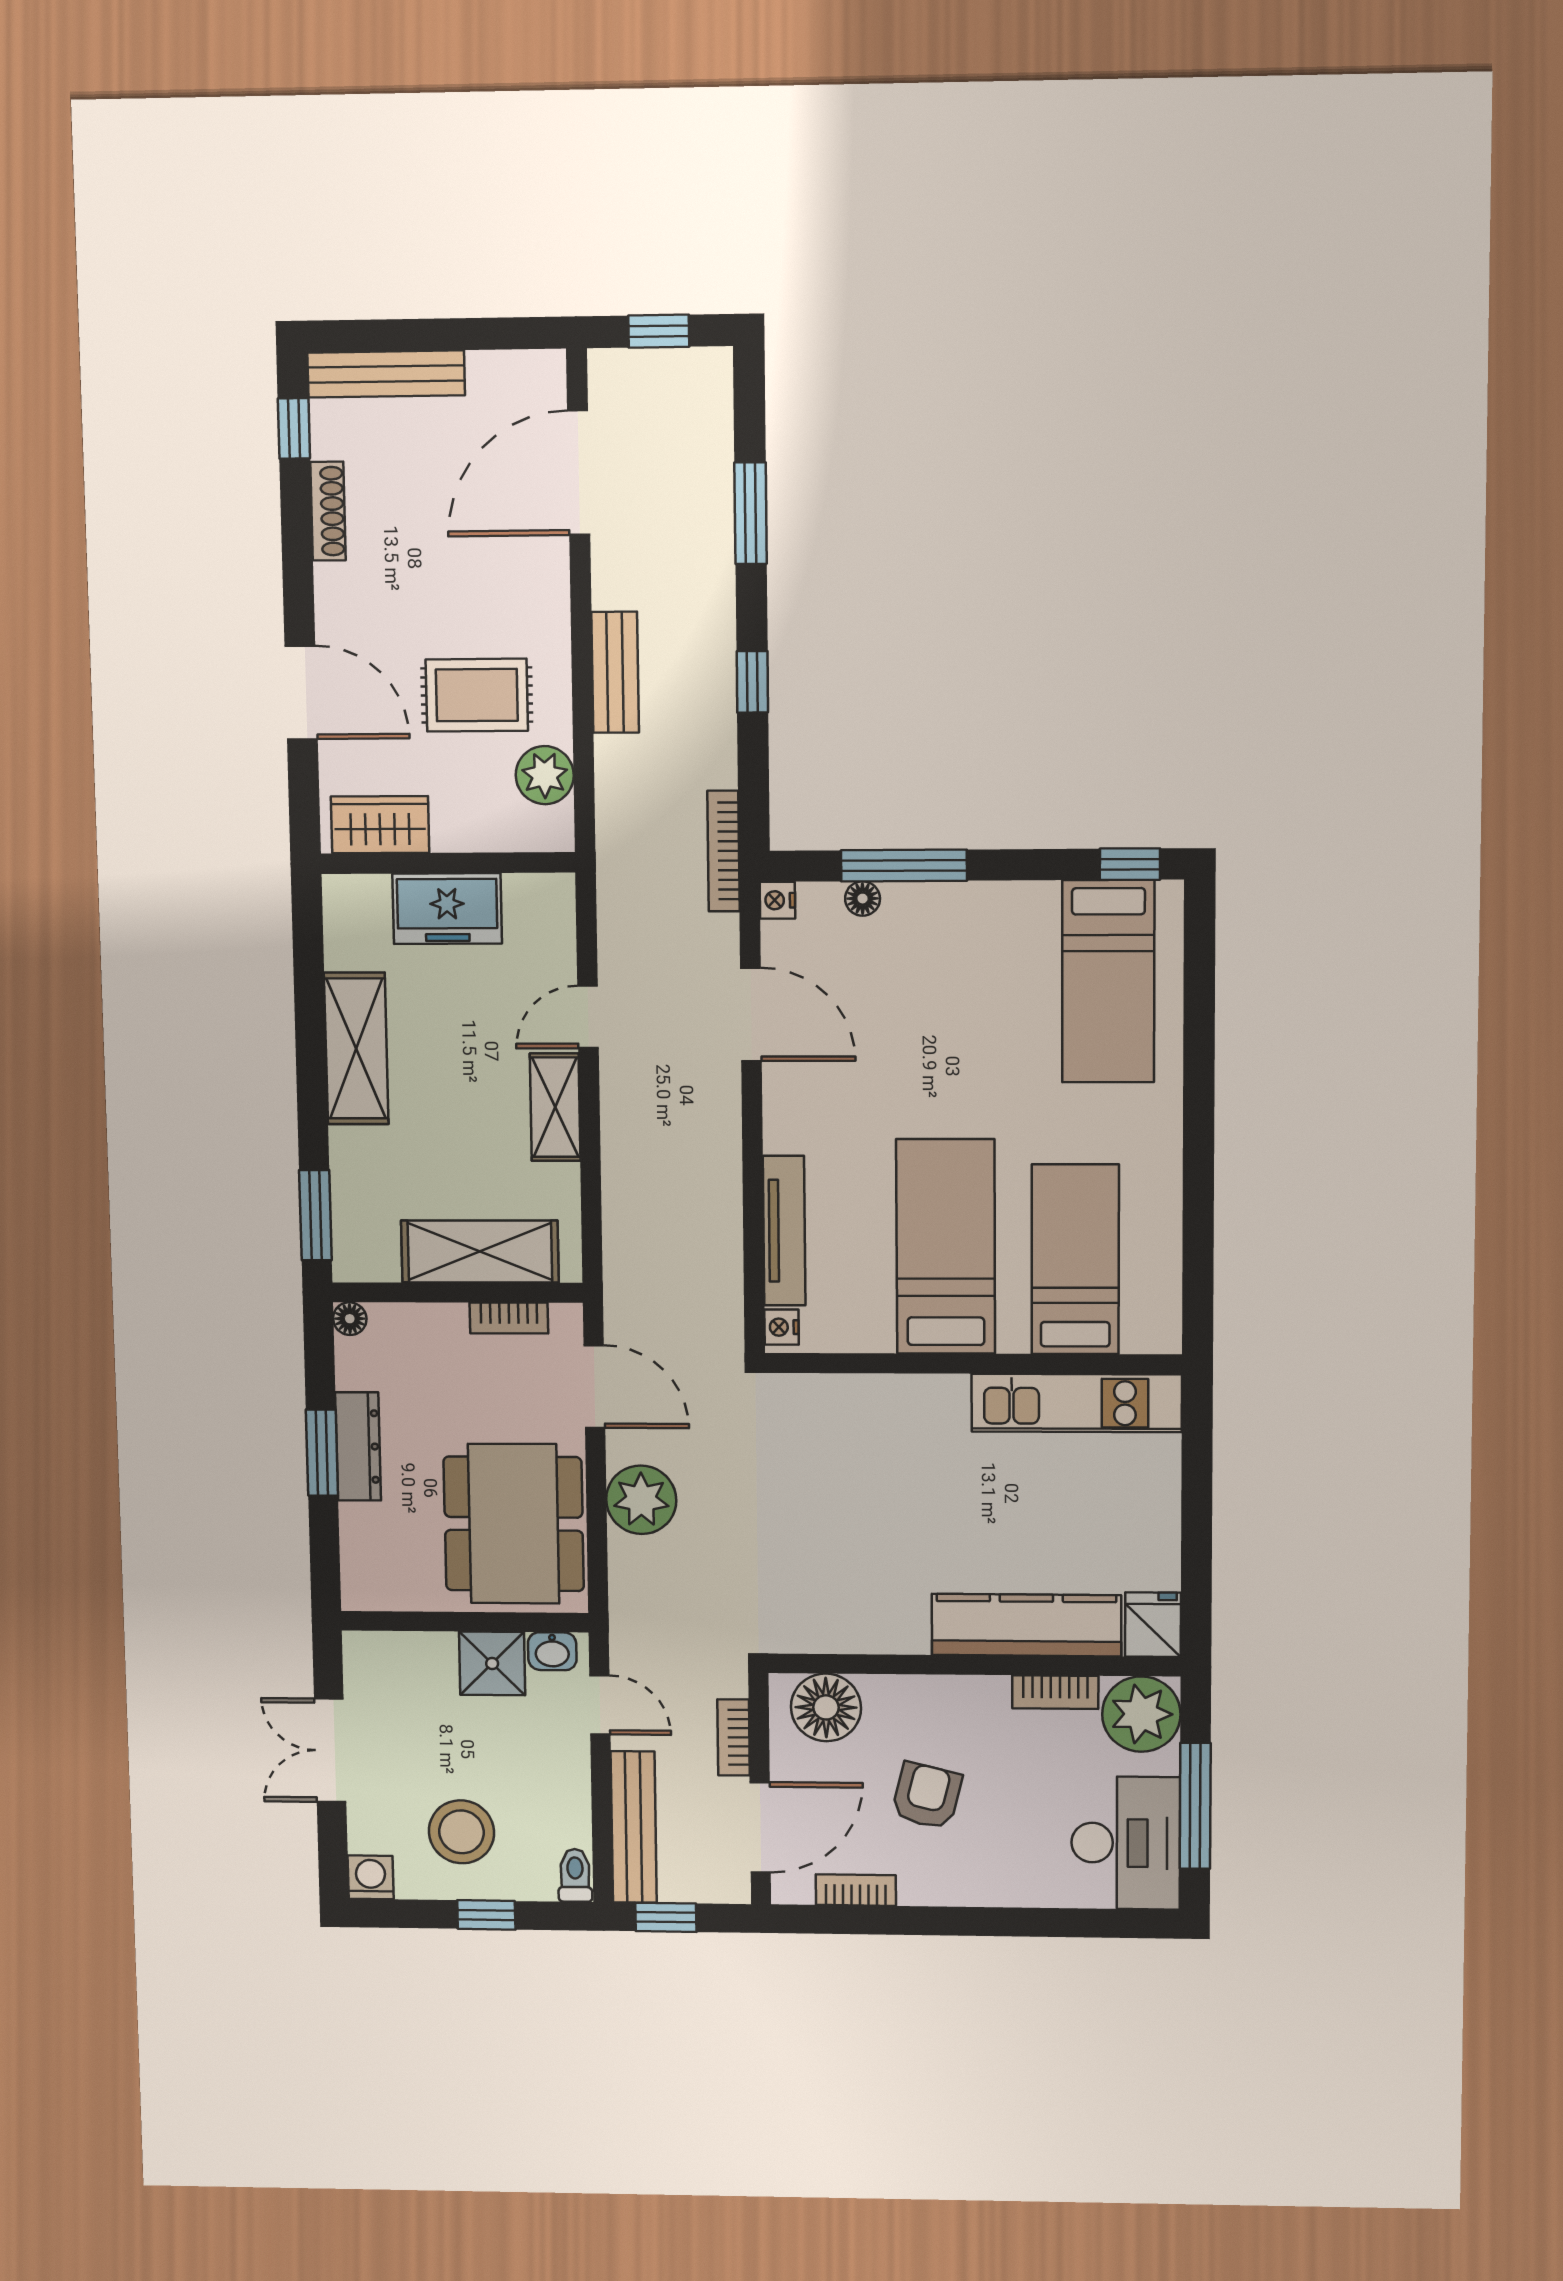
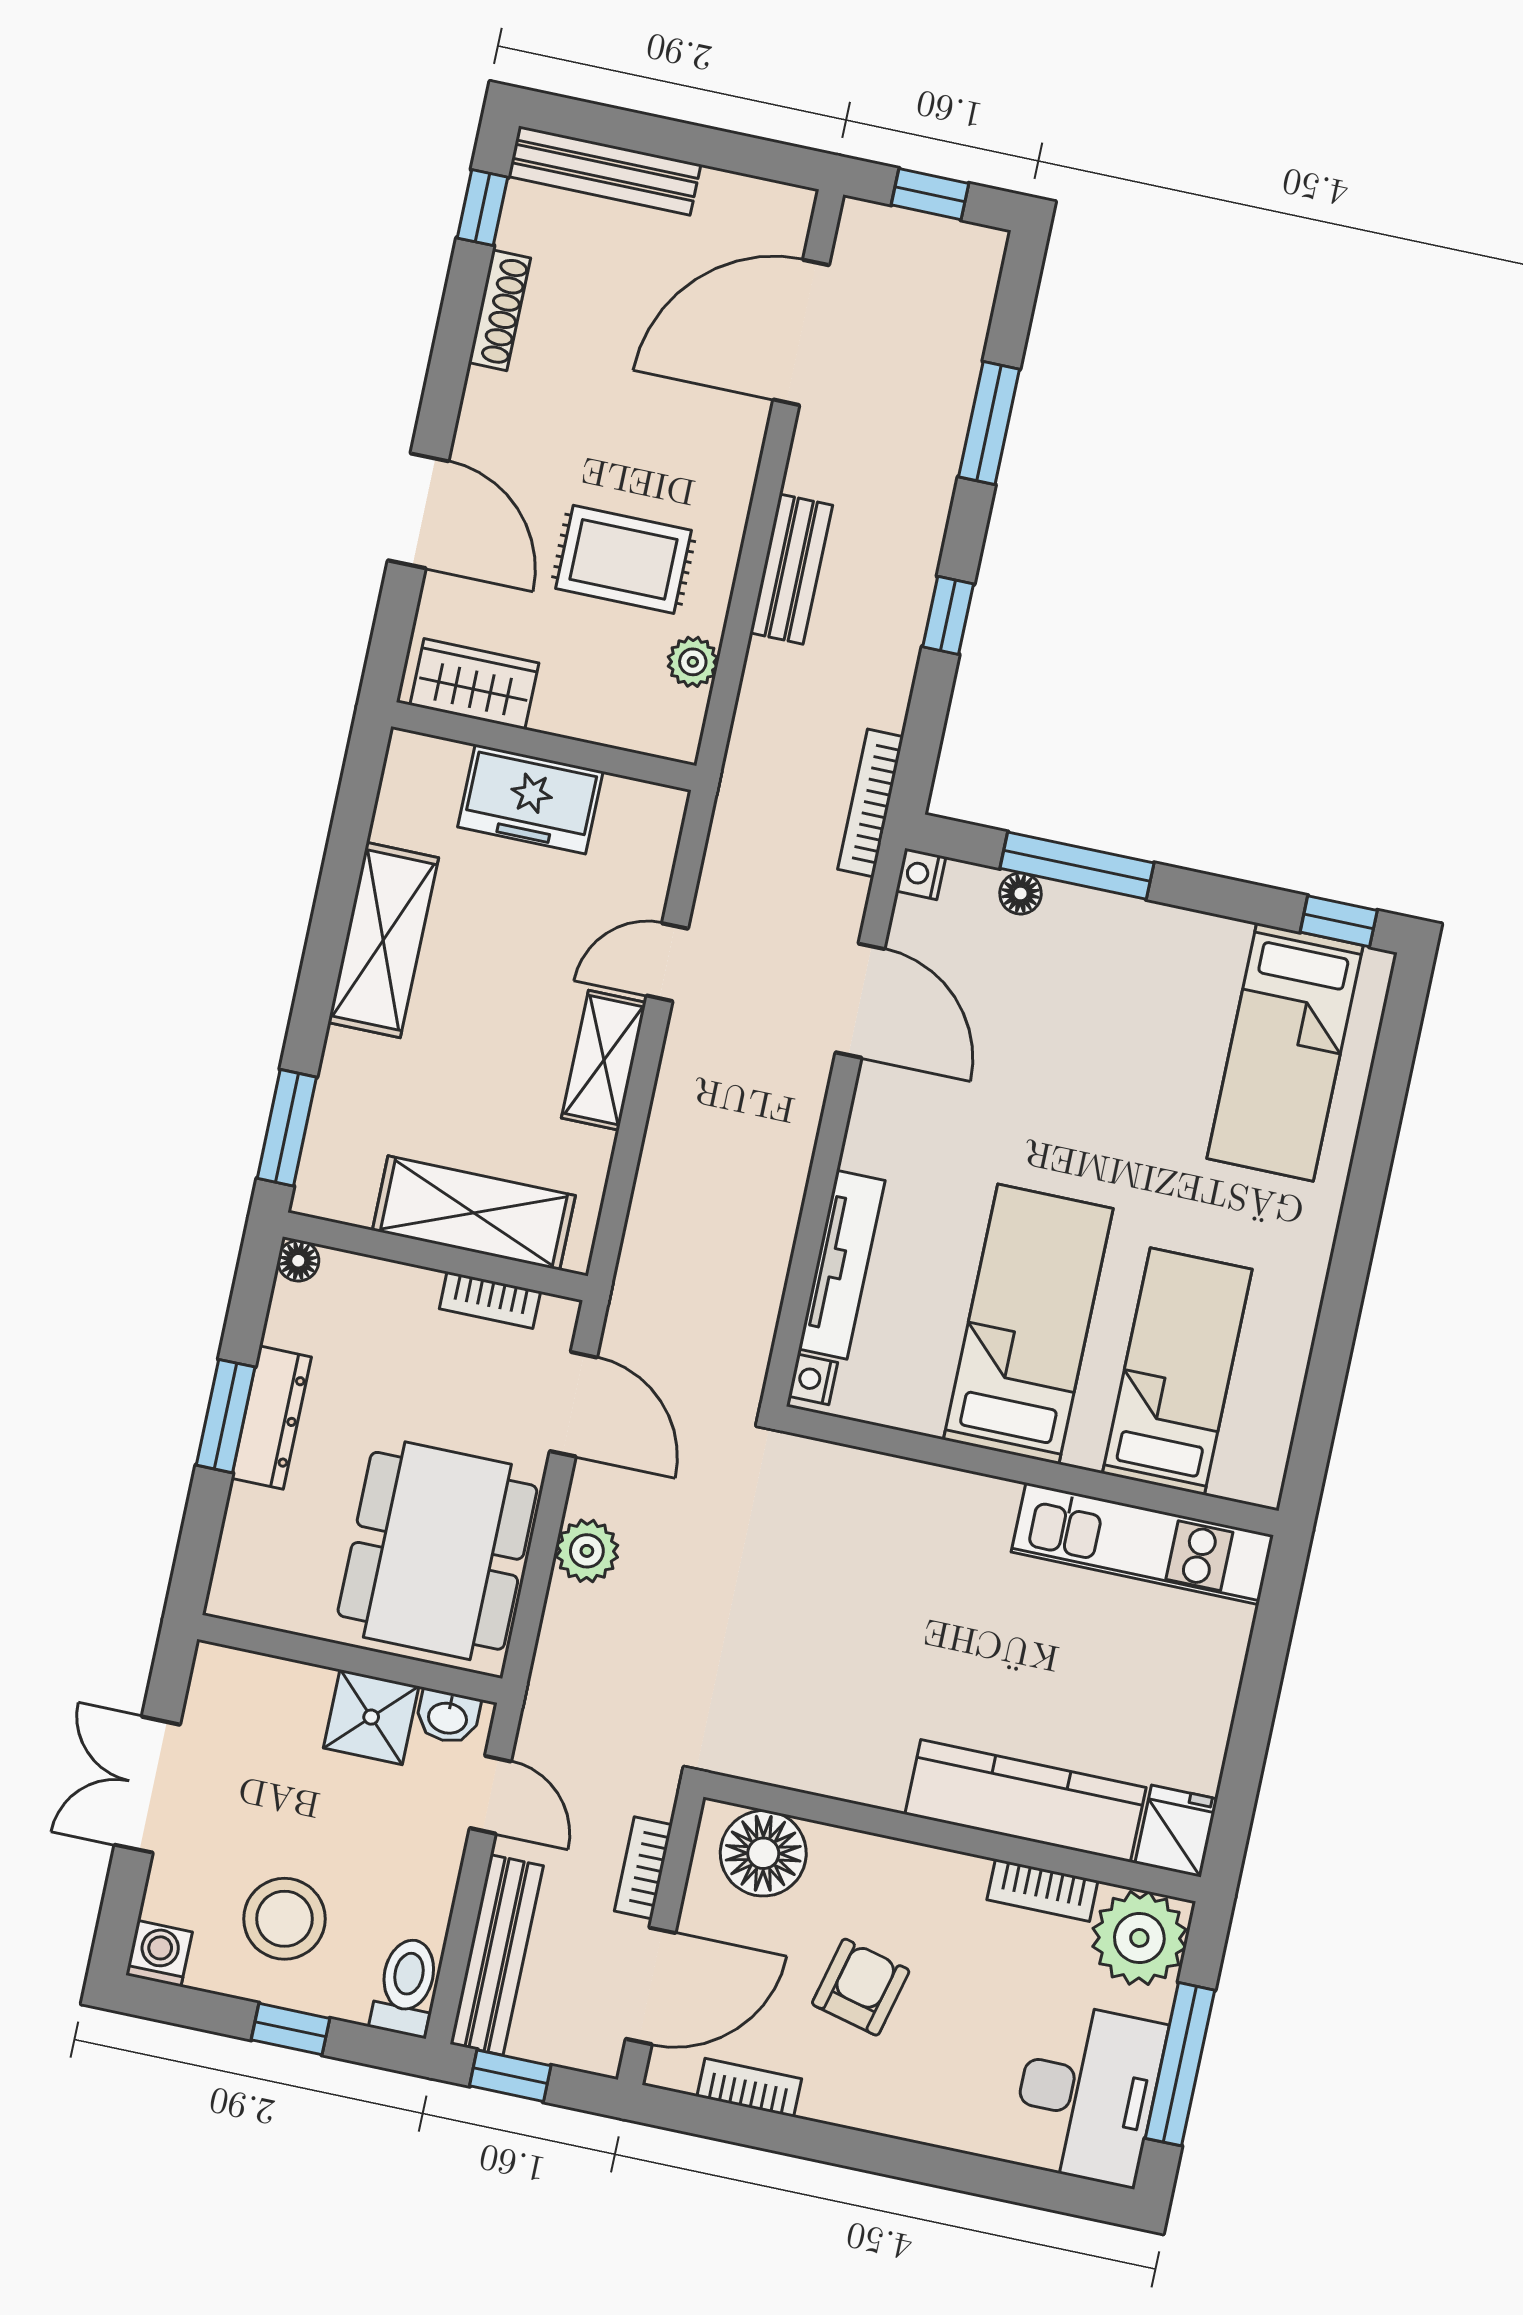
plant: (545, 775) -> (693, 662), width x0.73, depth x0.73
plant: (641, 1500) -> (587, 1551), width x0.73, depth x0.73
toilet: (575, 1875) -> (406, 1987), width x1.37, depth x1.39

